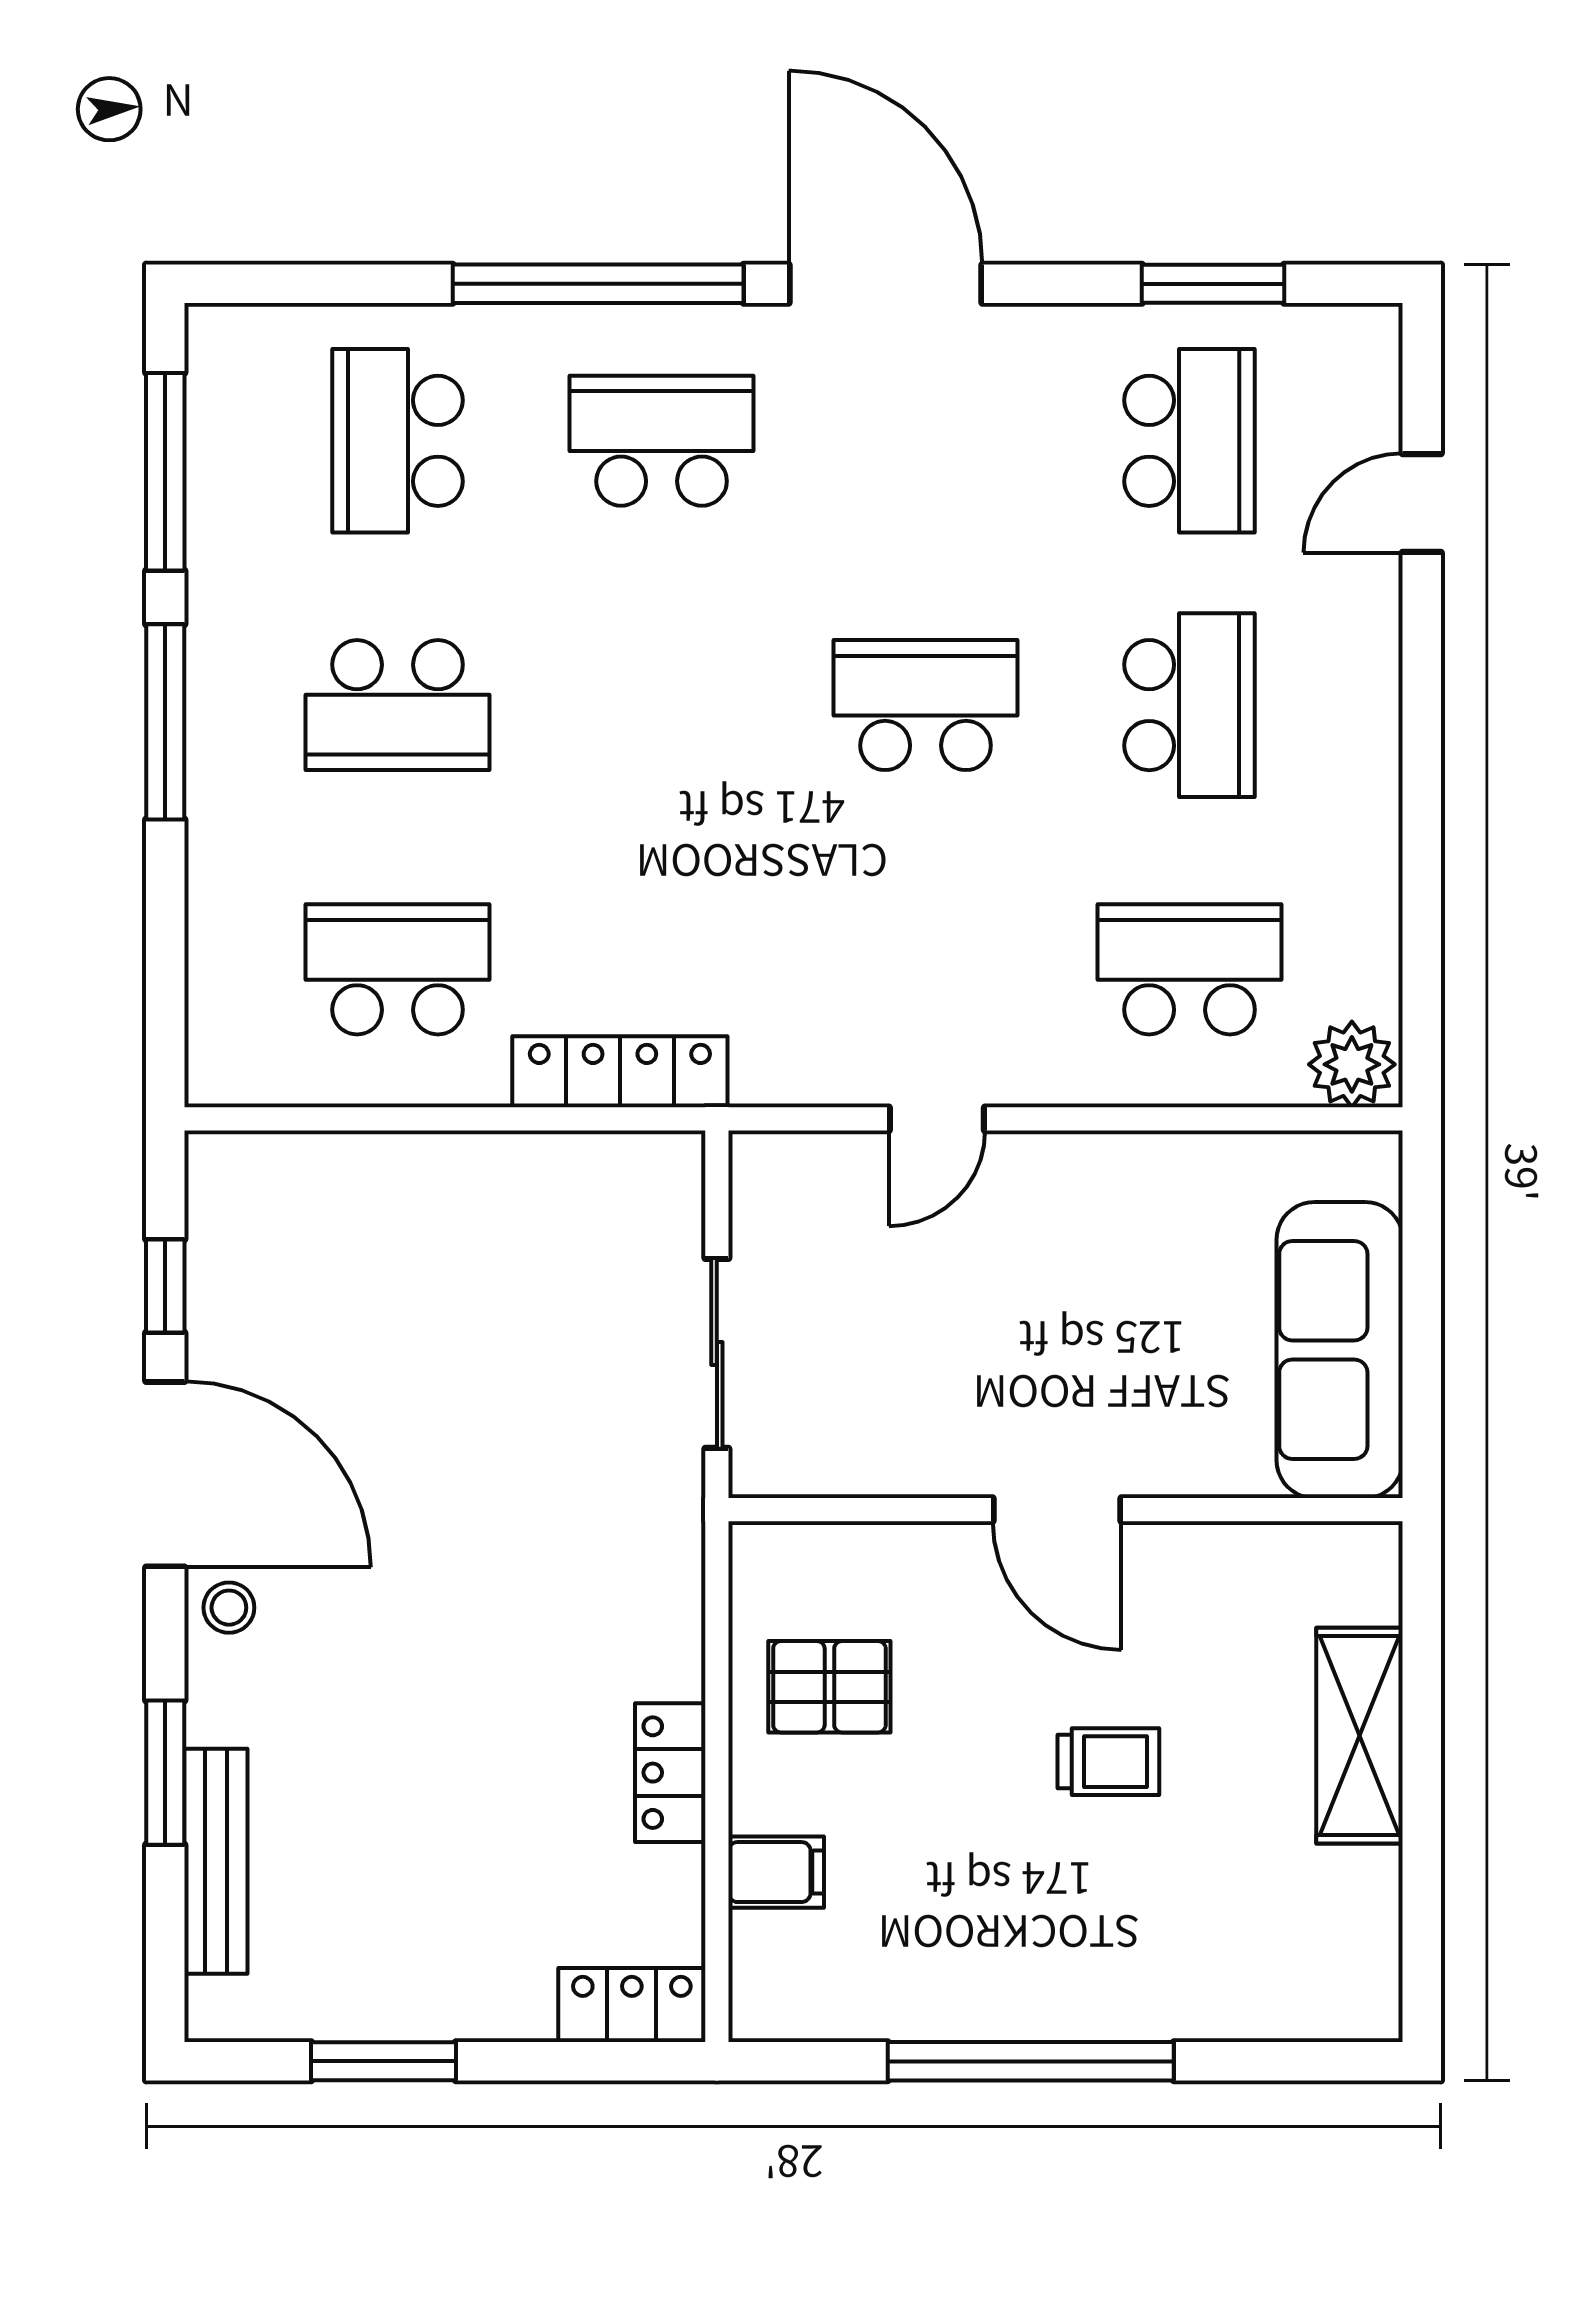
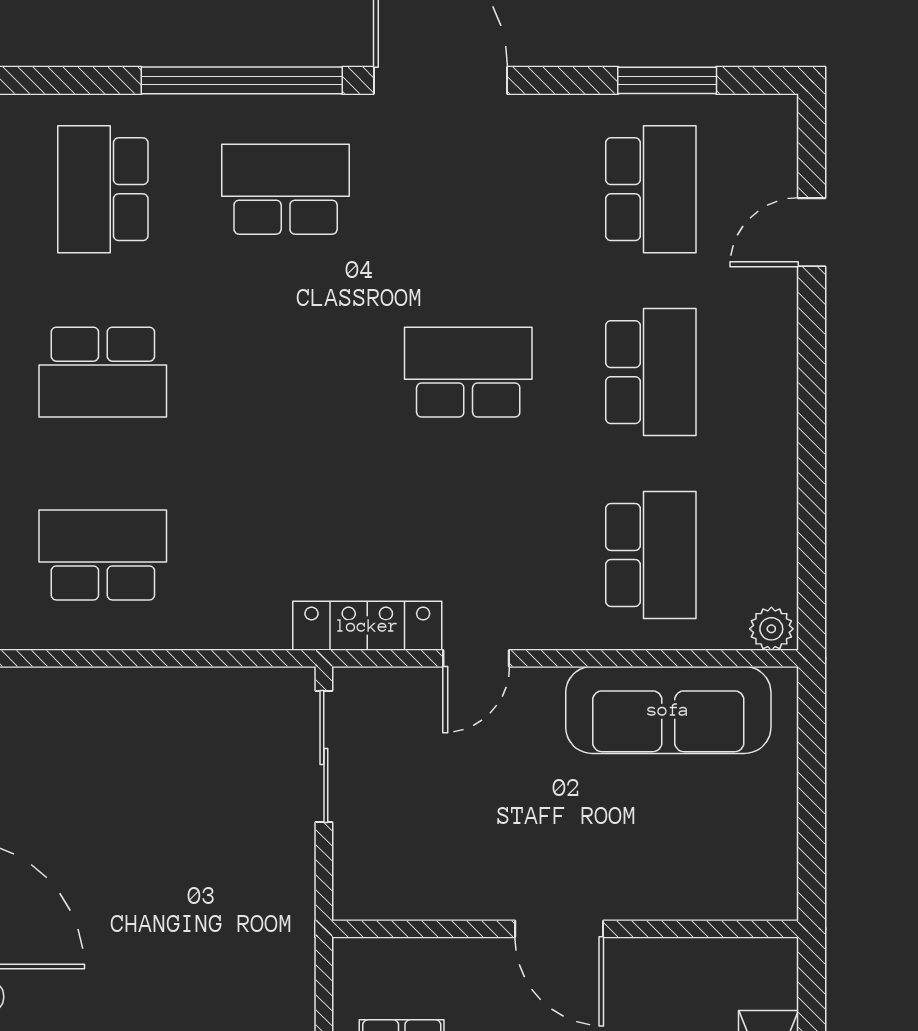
school desk: (1190, 969) -> (651, 555), turned 90
plant: (1352, 1064) -> (771, 629), width x0.73, depth x0.73
locker: (620, 1072) -> (367, 626), moved
sofa: (1340, 1350) -> (668, 710), moved, turned -90
sliding door: (717, 1353) -> (324, 757), moved

